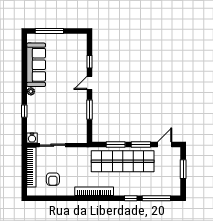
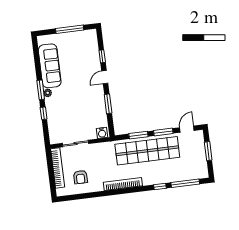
window: (49, 31) -> (70, 29), moved
window: (24, 87) -> (41, 90), added
water cooler: (32, 138) -> (102, 133), moved

